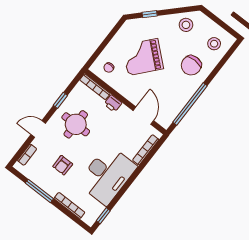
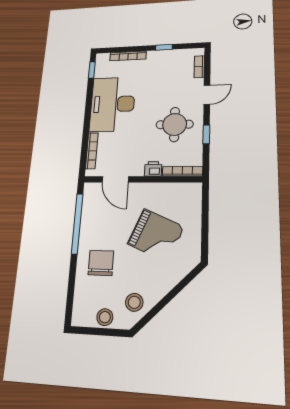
window: (150, 14) -> (181, 286), removed
stool: (214, 44) -> (105, 317), moved
grand piano: (143, 57) -> (156, 235), turned 72
chair: (109, 68) -> (183, 200), removed
armchair: (63, 165) -> (159, 82), removed
window: (39, 191) -> (164, 47), width x0.46

